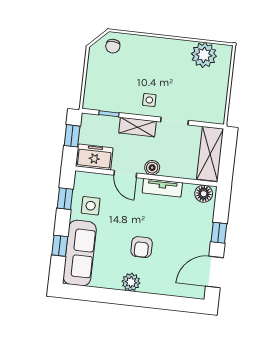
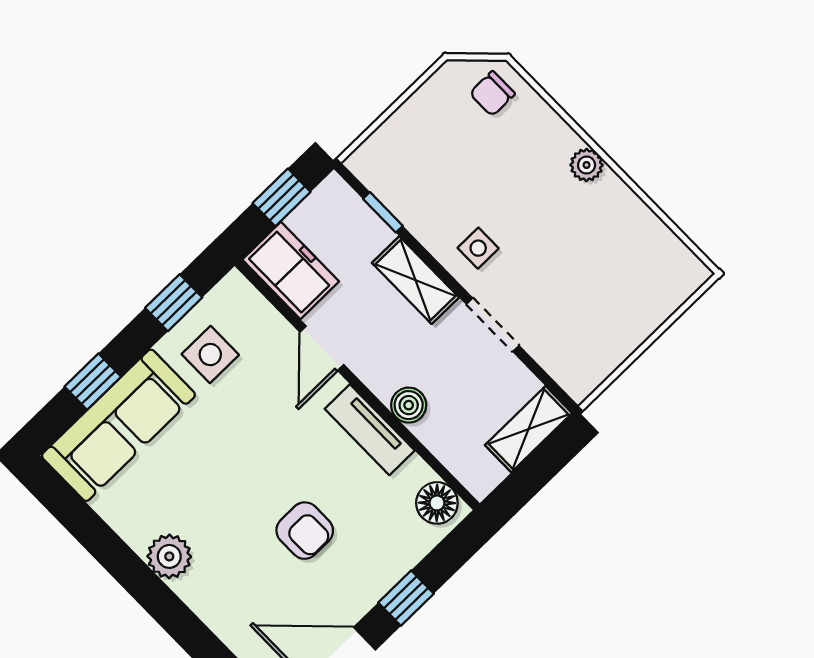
plant: (204, 55) -> (587, 165), moved, width x0.53, depth x0.53
shelving: (210, 154) -> (529, 429), width x0.67, depth x0.75
boiler: (152, 168) -> (409, 405), moved
armchair: (142, 247) -> (305, 531), moved, turned -90

